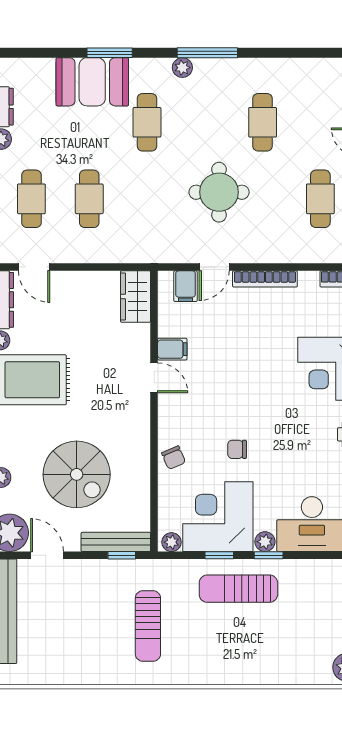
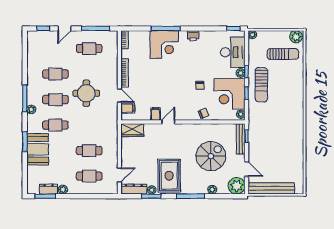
cafe table: (205, 122) -> (55, 100), added
door: (47, 555) -> (247, 169), swing flipped
sun lounger: (148, 626) -> (283, 54), moved

